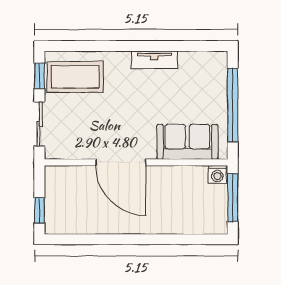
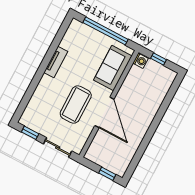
coffee table: (75, 77) -> (76, 104), moved
door: (121, 162) -> (104, 112), hinge flipped
window: (233, 198) -> (159, 59), width x0.46

